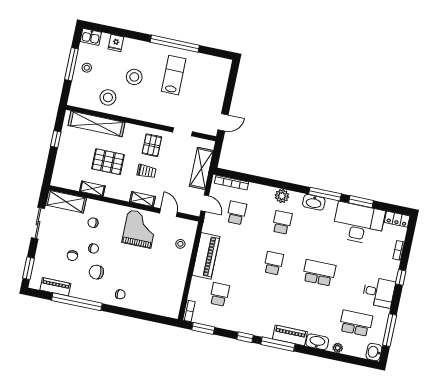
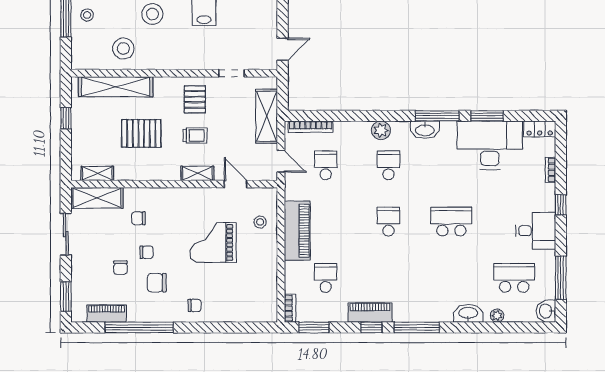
shelving: (92, 189) -> (97, 173), moved
grand piano: (140, 229) -> (213, 243), moved, turned -90
piano: (290, 335) -> (370, 312), moved

